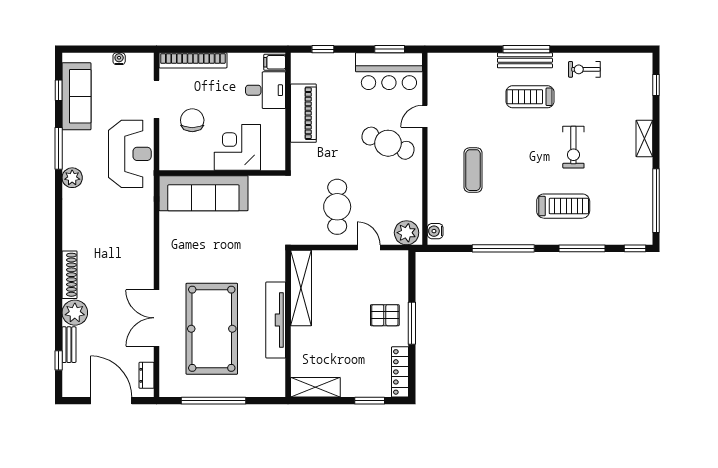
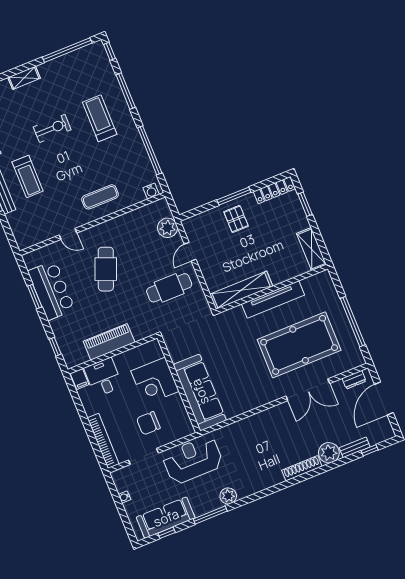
door: (425, 116) -> (68, 234), moved
wall: (425, 149) -> (92, 224), moved
water cooler: (435, 231) -> (151, 191), moved

